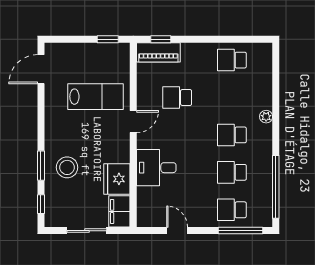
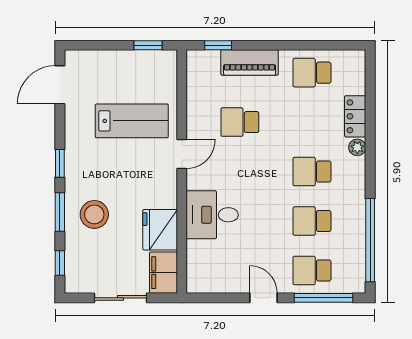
piano: (158, 52) -> (250, 62), moved
locker: (264, 93) -> (355, 116), added
window: (41, 129) -> (60, 163), added
door: (177, 231) -> (263, 298), moved

